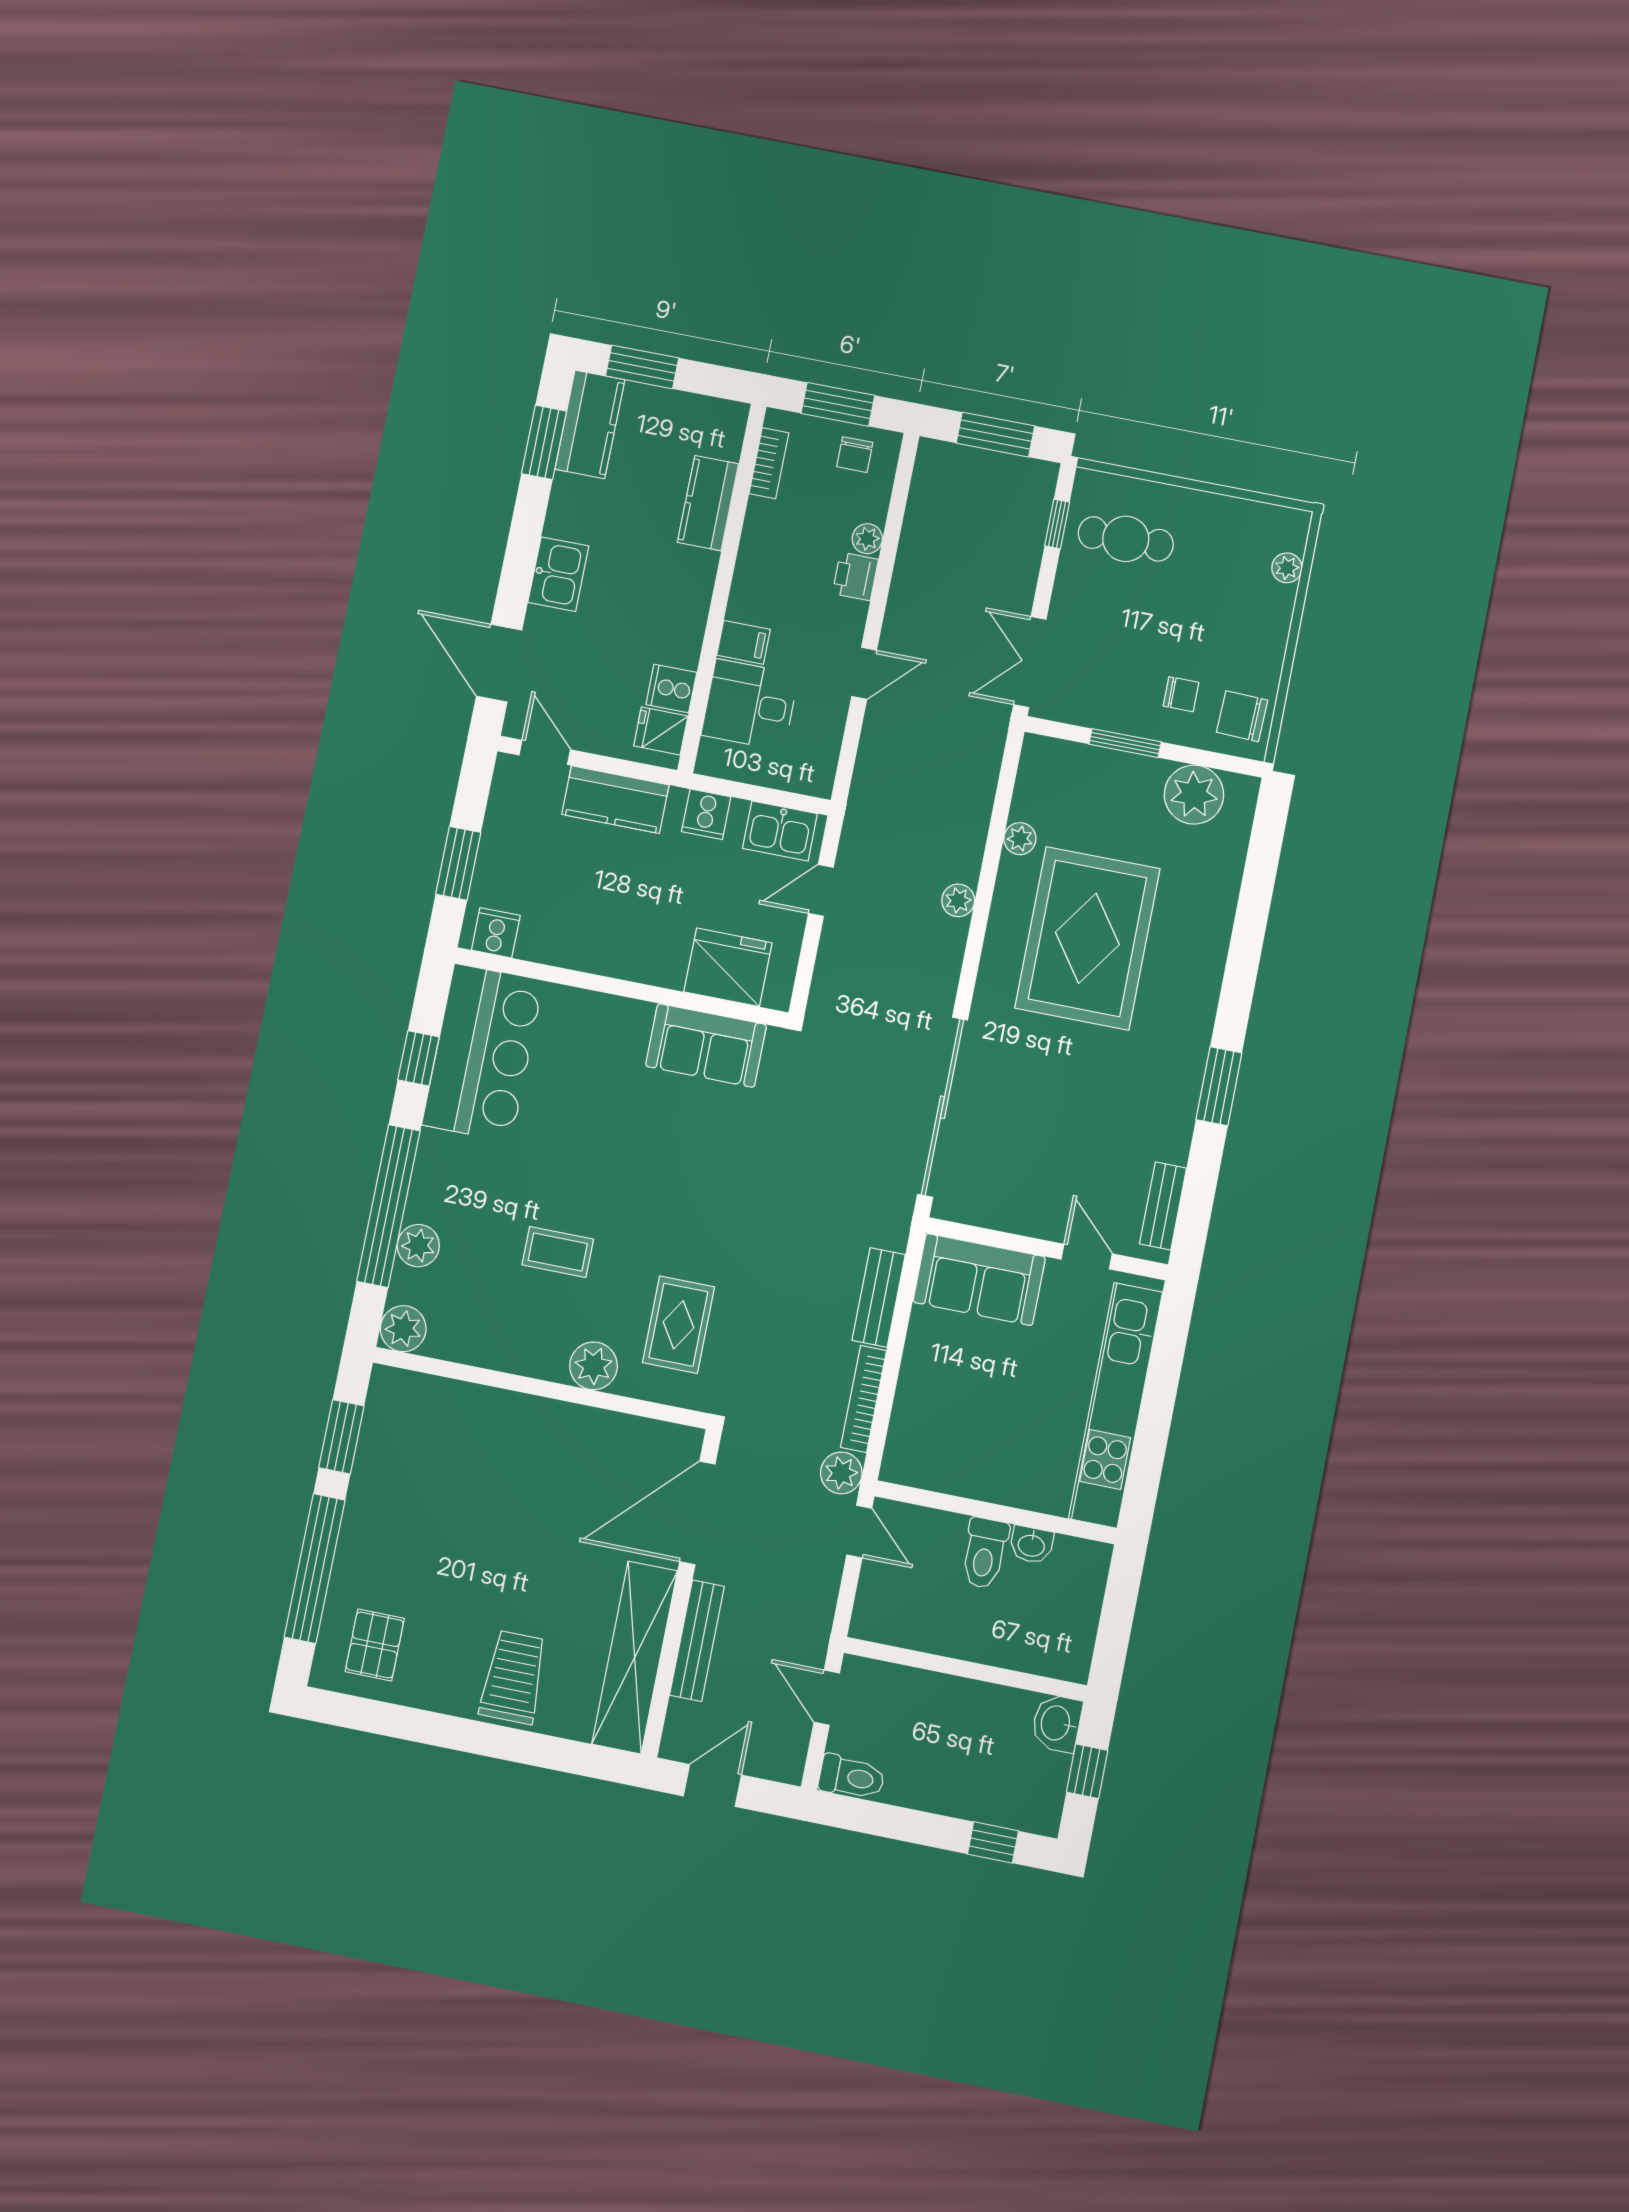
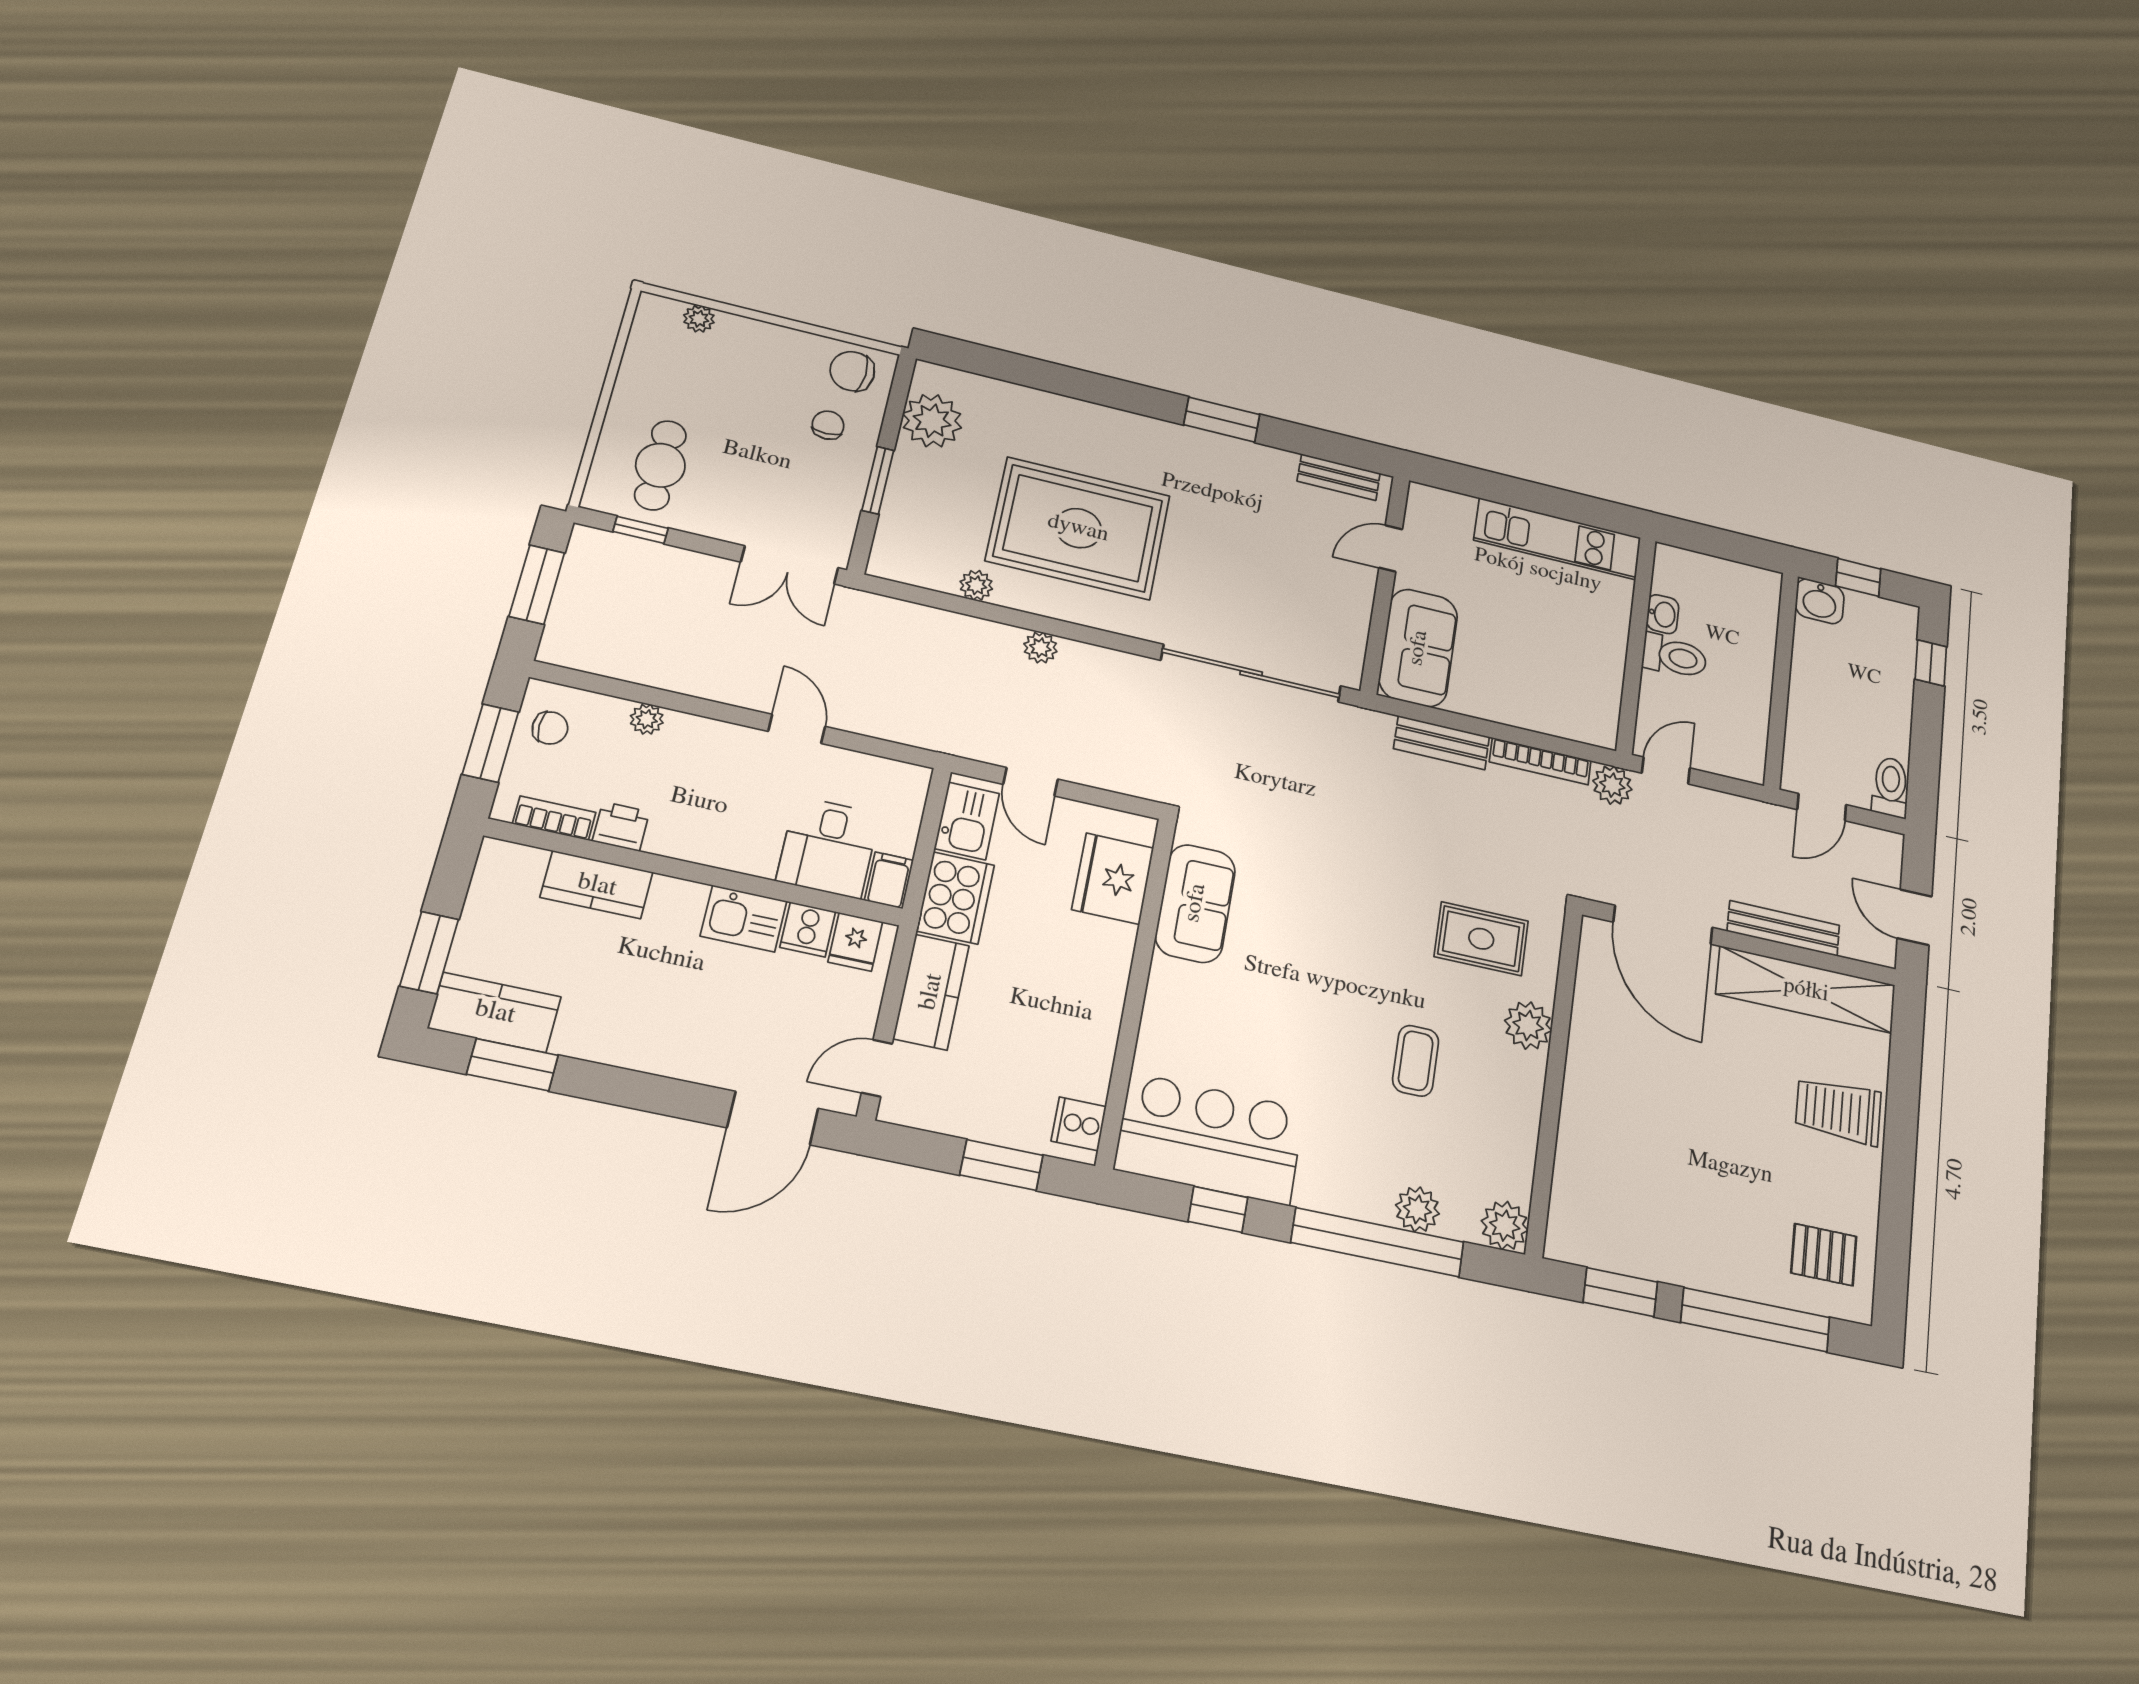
kitchen sink: (558, 574) -> (744, 919), moved, turned 180
printer: (855, 576) -> (621, 826), moved, turned 180
filing cabinet: (743, 642) -> (889, 880), moved
chair: (1242, 716) -> (852, 371), turned 91
cooker: (706, 814) -> (955, 898), width x1.87, depth x1.31
kitchen unit: (1116, 1405) -> (1558, 539), width x0.73

